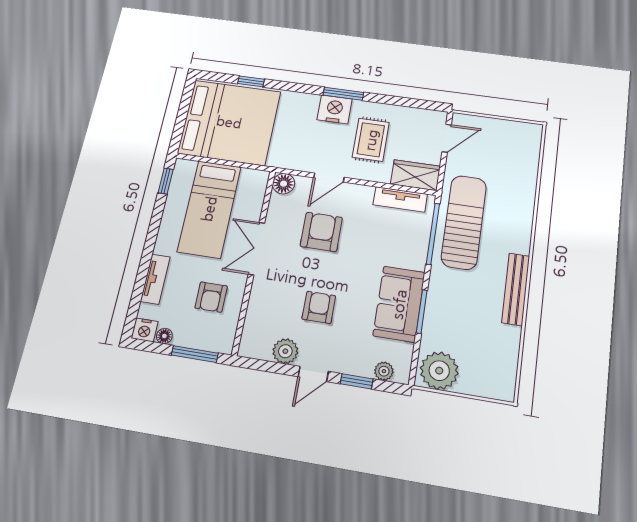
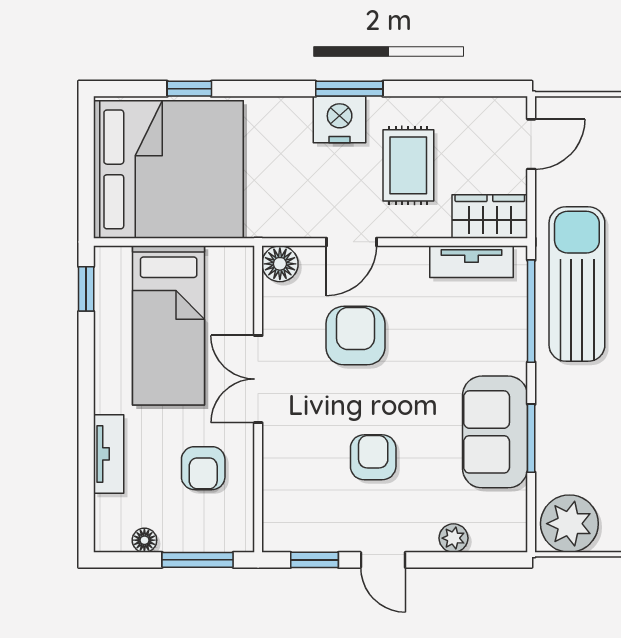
nightstand: (145, 330) -> (111, 536), removed
plant: (285, 351) -> (335, 533), removed
plant: (384, 371) -> (453, 538), moved
door: (313, 374) -> (383, 560), hinge flipped
window: (357, 381) -> (314, 560), moved

